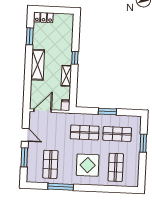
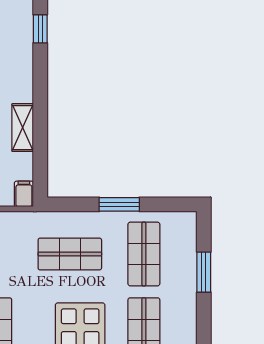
window: (75, 58) -> (40, 29), moved
shop shelf: (117, 134) -> (144, 254), turned 90

